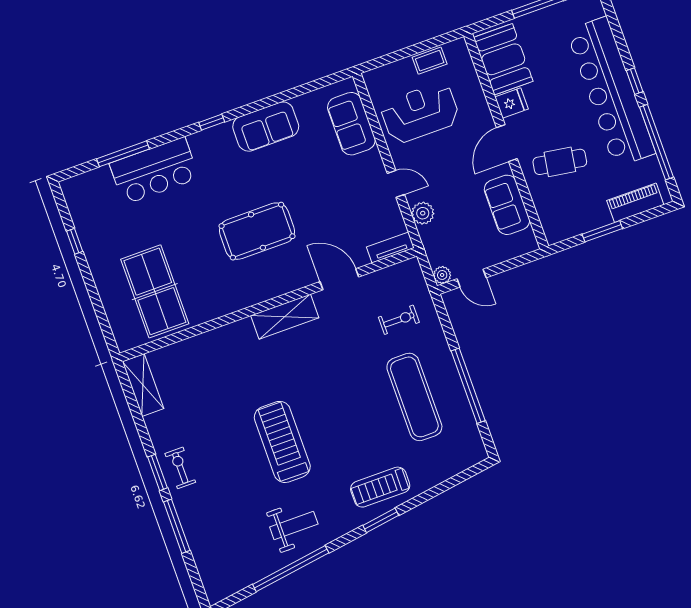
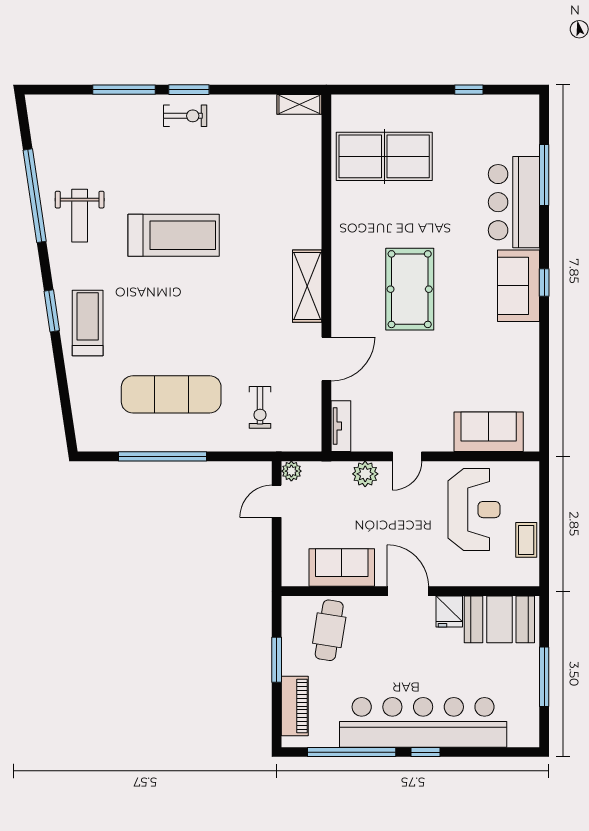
sofa: (266, 127) -> (519, 286), moved
cafe table: (560, 162) -> (329, 630), moved
shelving: (143, 385) -> (299, 104), width x0.67, depth x0.75

